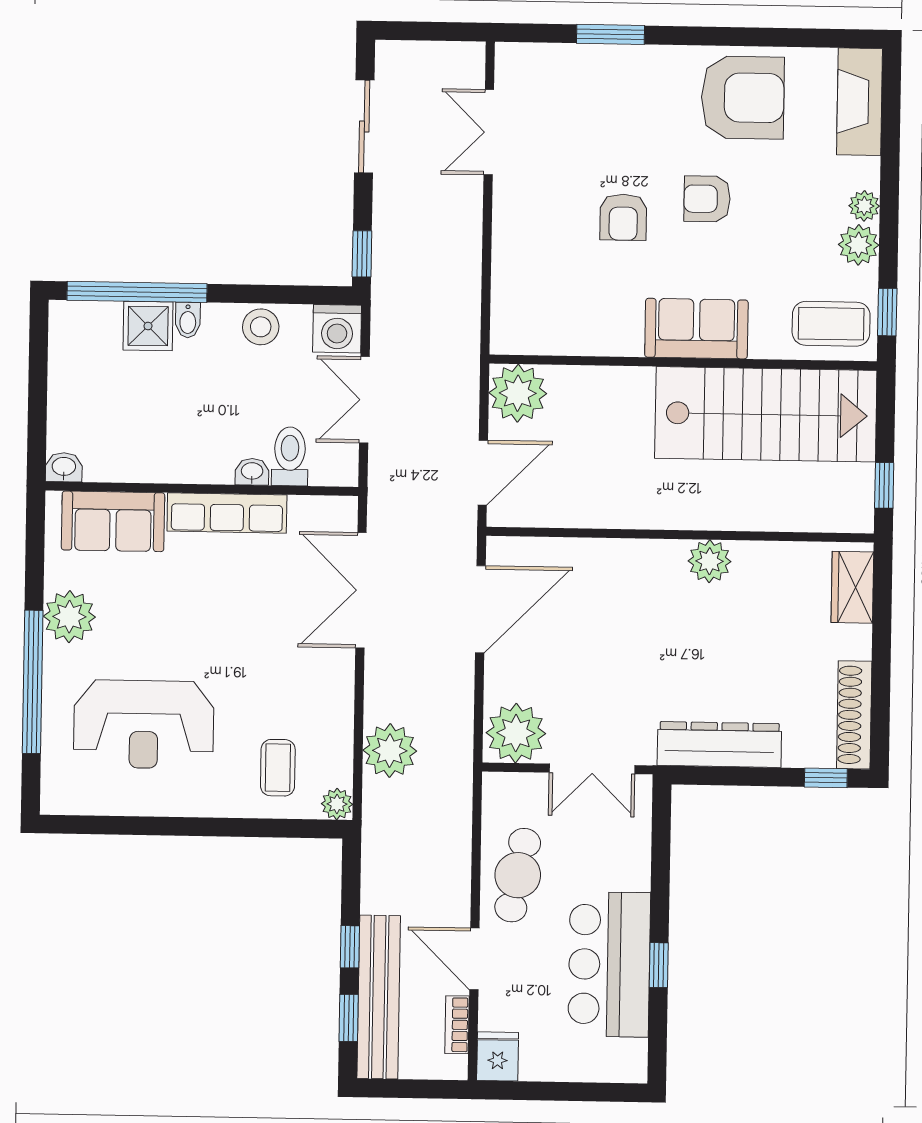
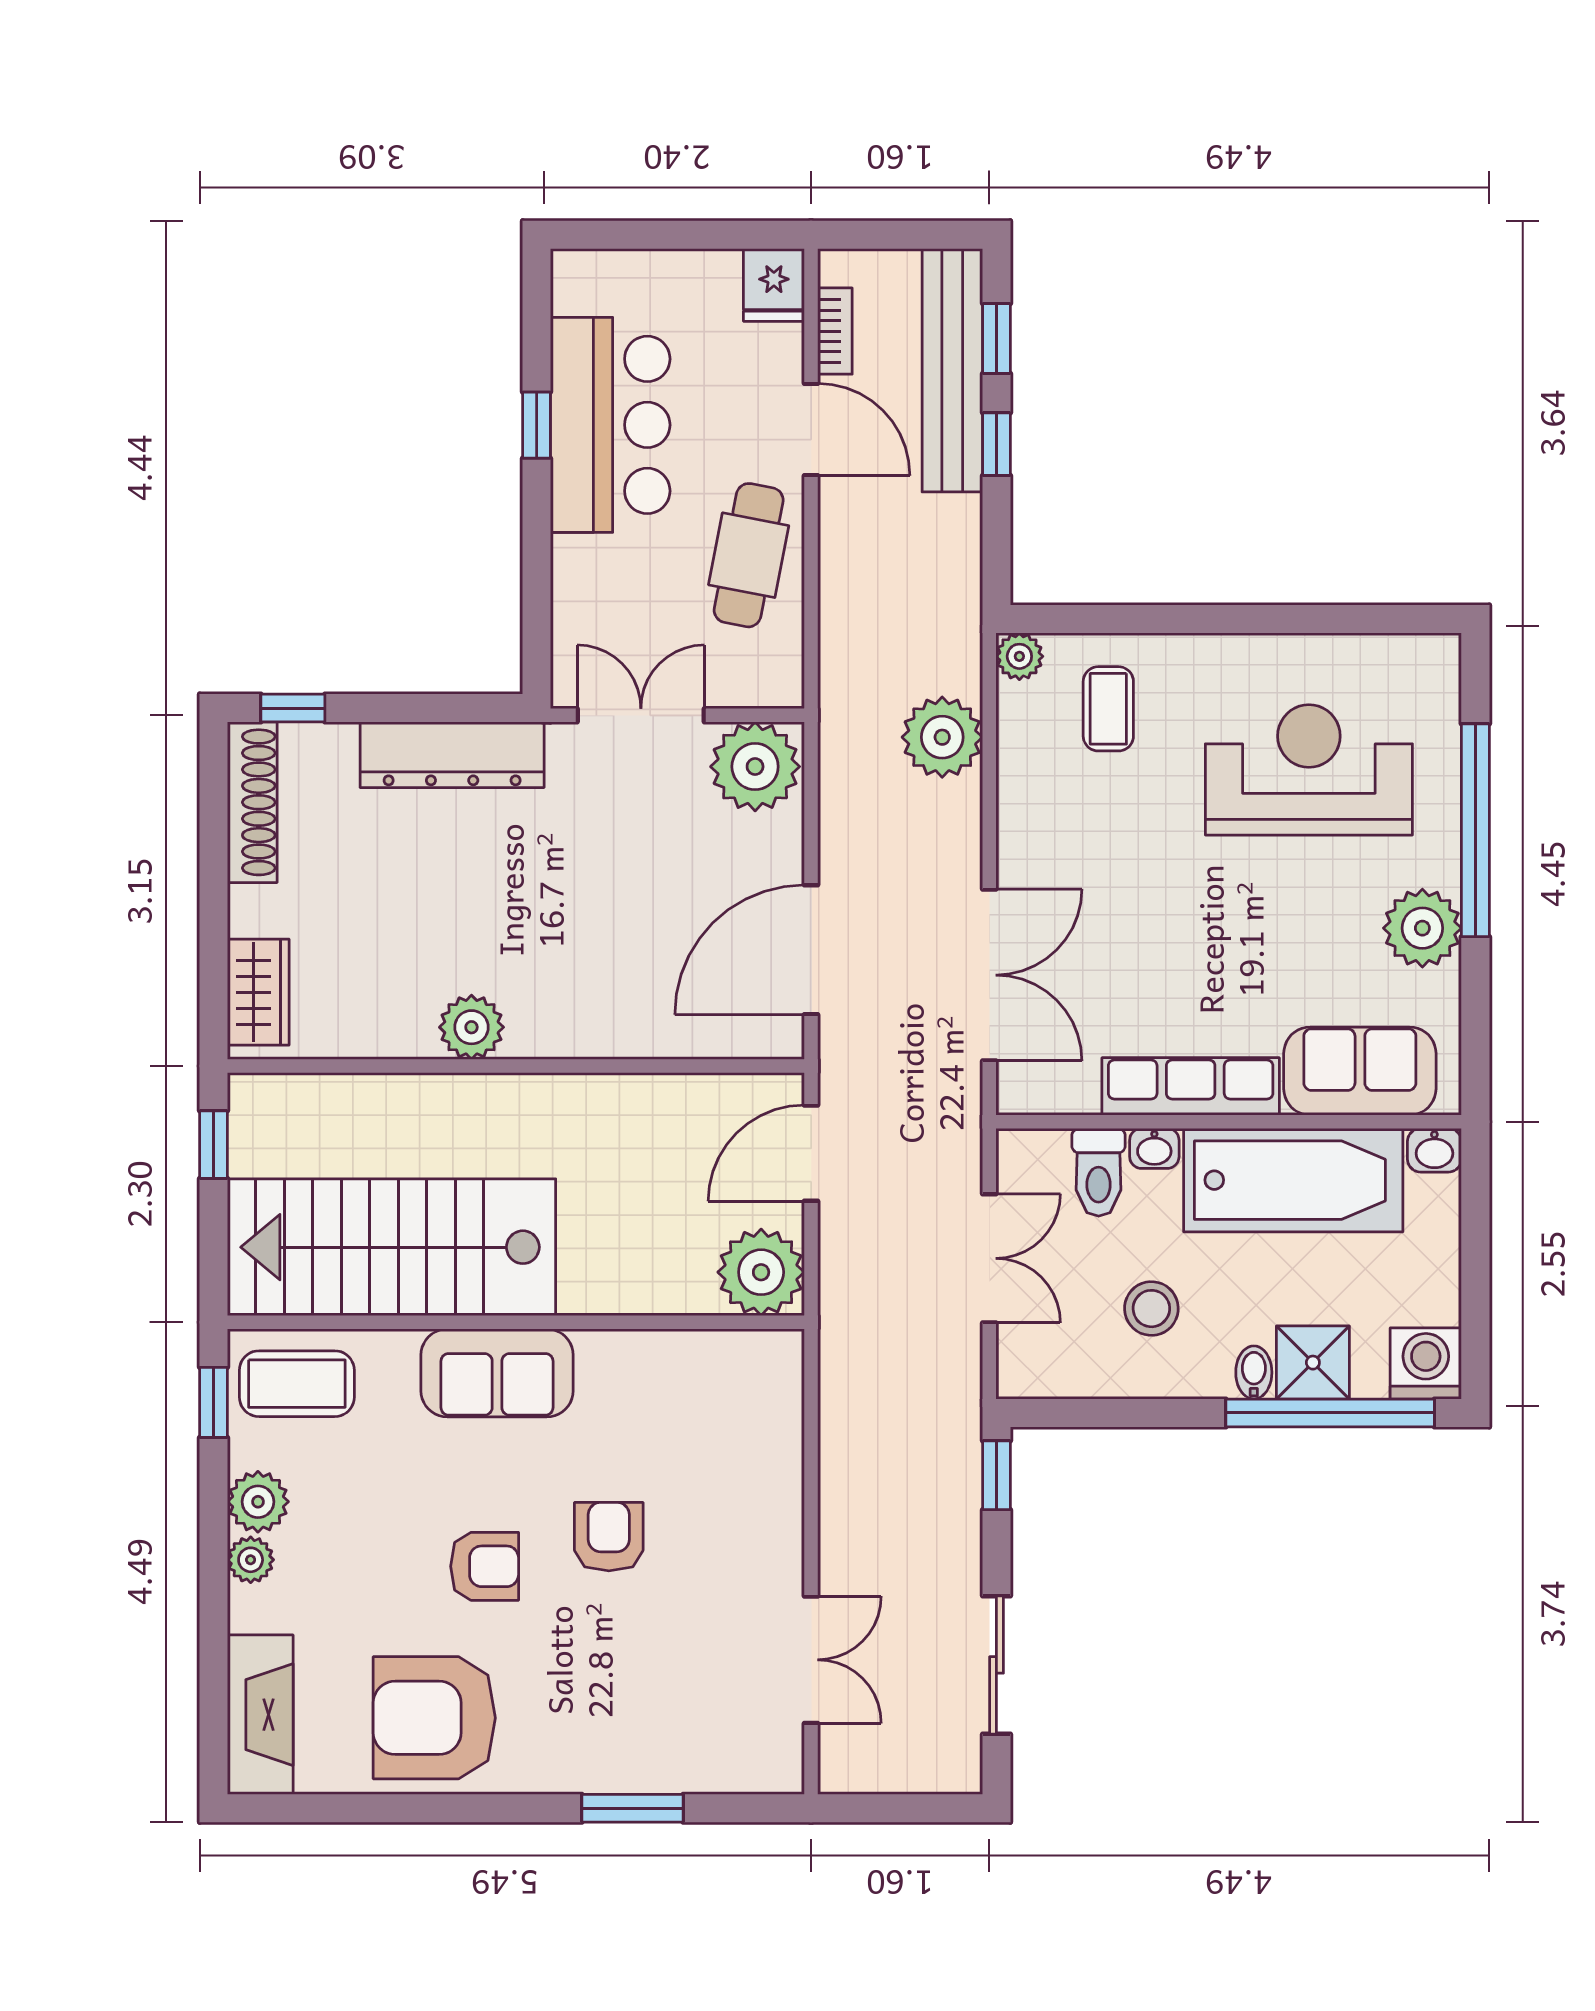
stool: (261, 327) -> (1151, 1309), moved
washing machine: (337, 329) -> (1426, 1363), moved
bathtub: (159, 449) -> (1293, 1180), added

